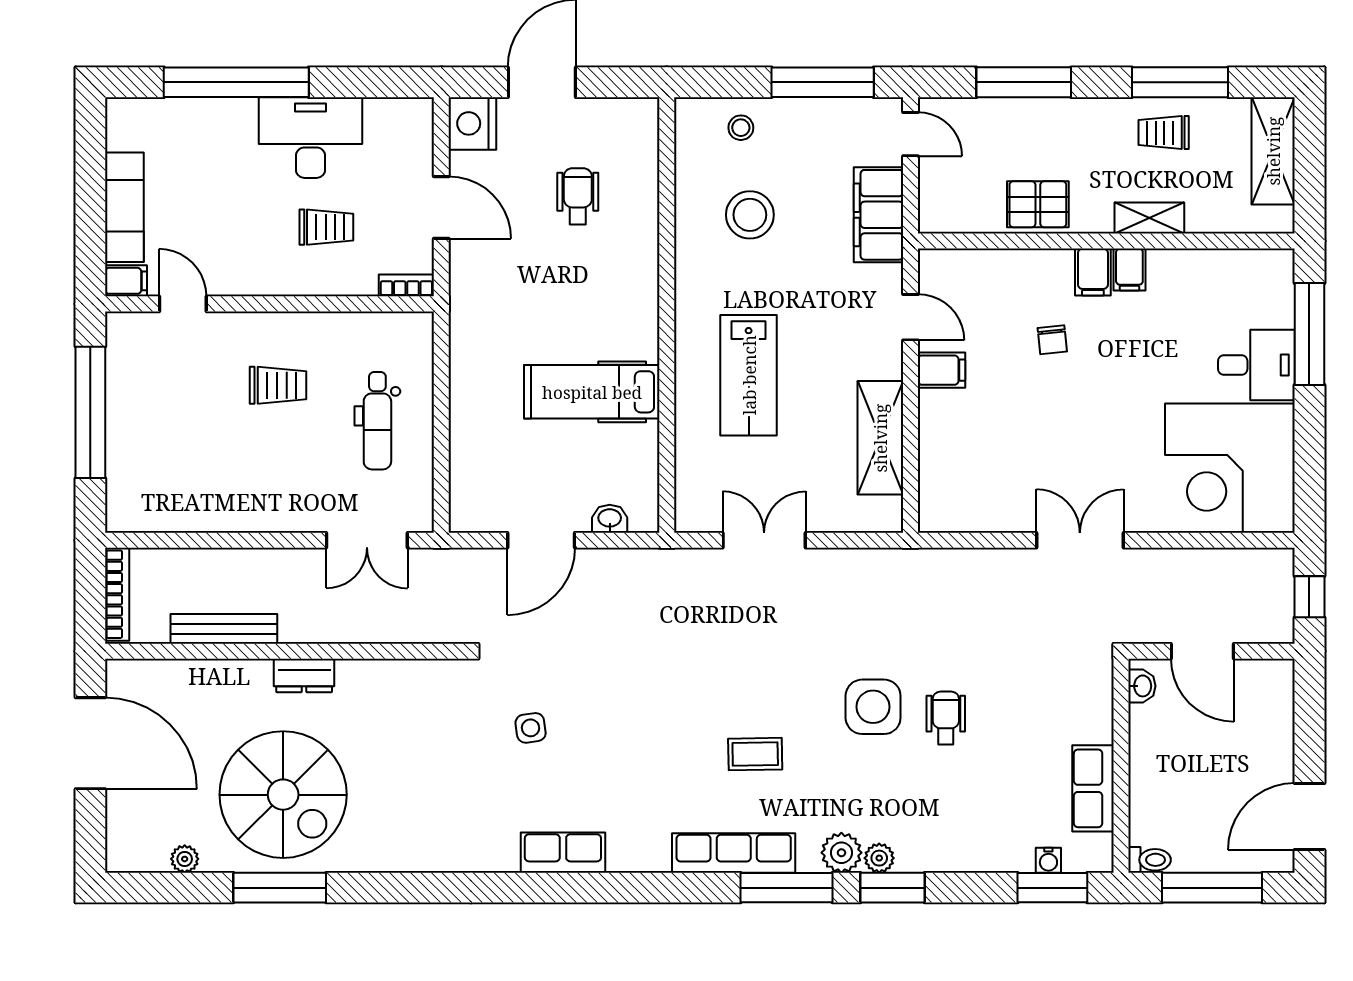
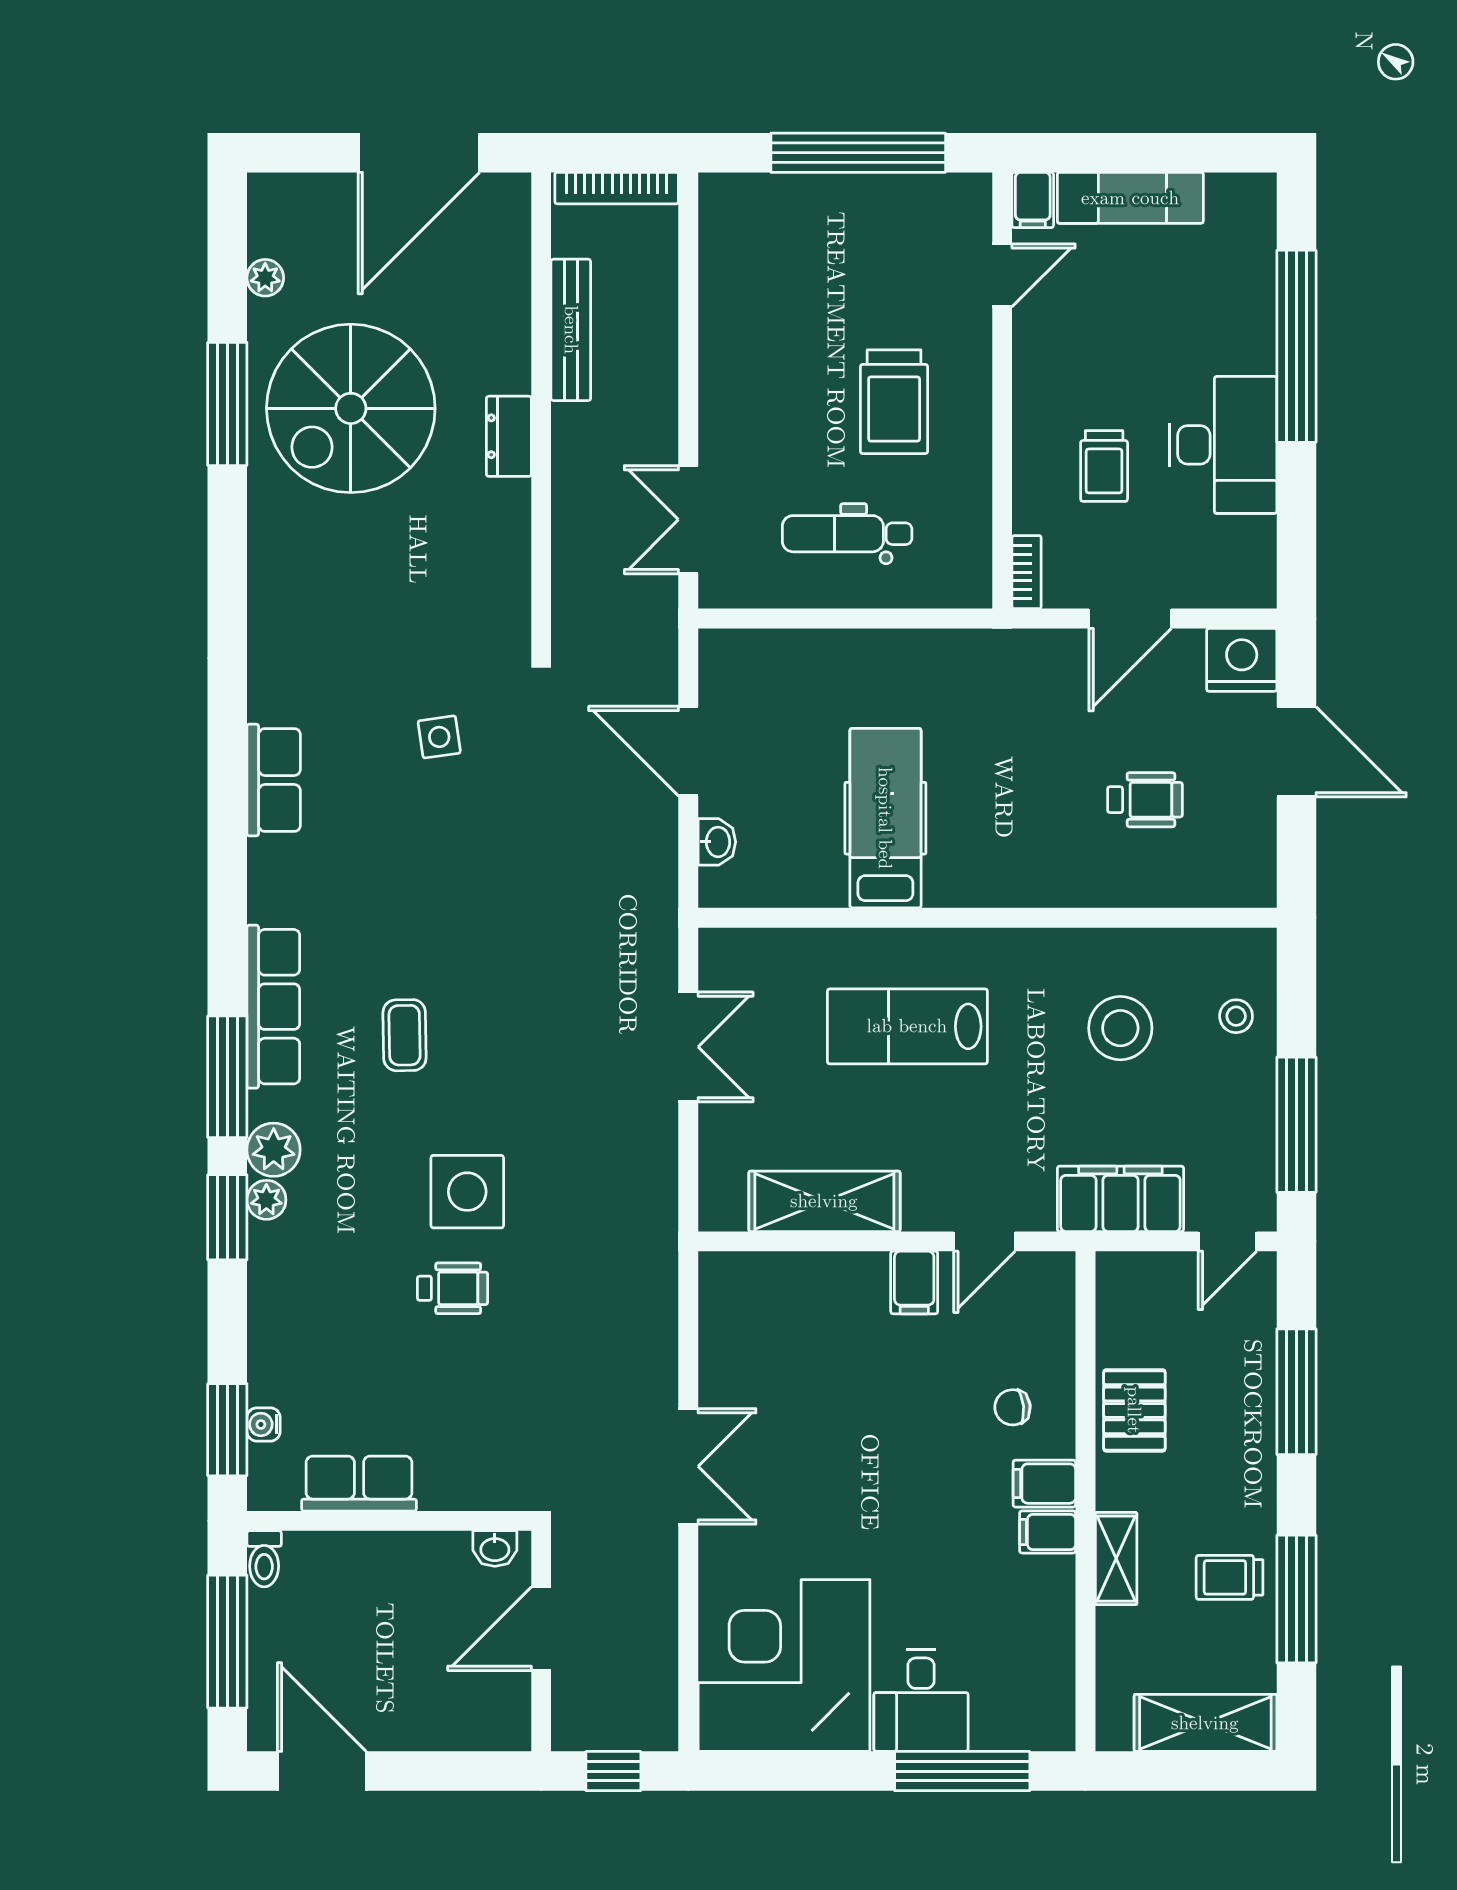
trolley: (1164, 133) -> (1230, 1577), turned -90
chair: (1052, 340) -> (1012, 1407), moved
trolley: (278, 385) -> (894, 402), width x1.36, depth x1.39

